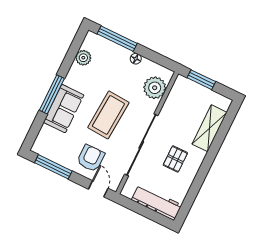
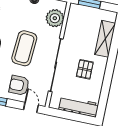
armchair: (91, 158) -> (19, 85), turned -90

